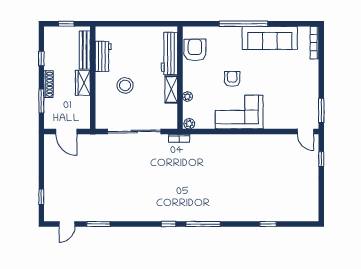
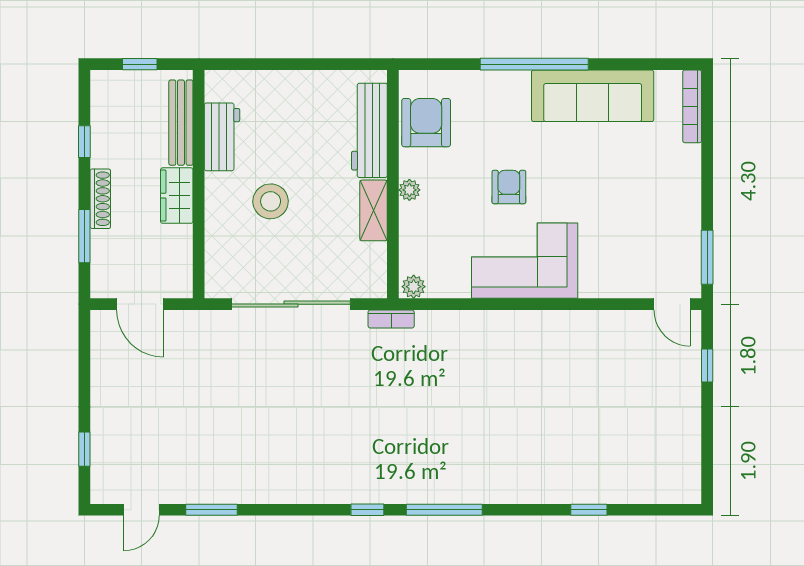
plant: (187, 97) -> (409, 190), moved

